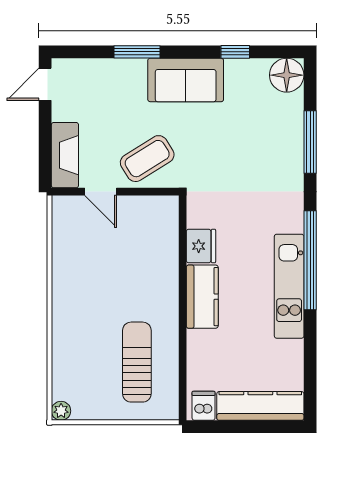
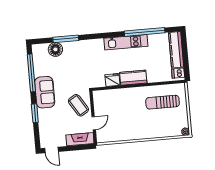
window: (235, 52) -> (31, 73), width x3.17
floor lamp: (287, 75) -> (55, 49), moved
window: (310, 260) -> (145, 32), moved

